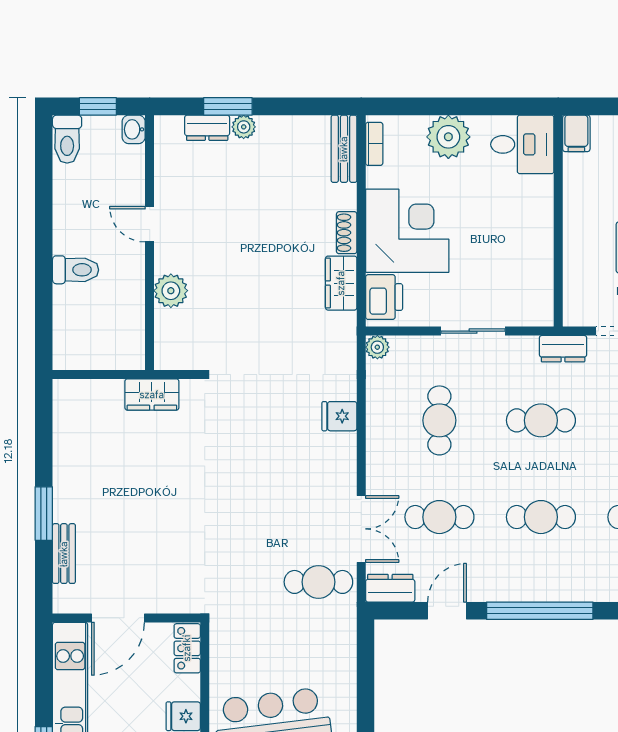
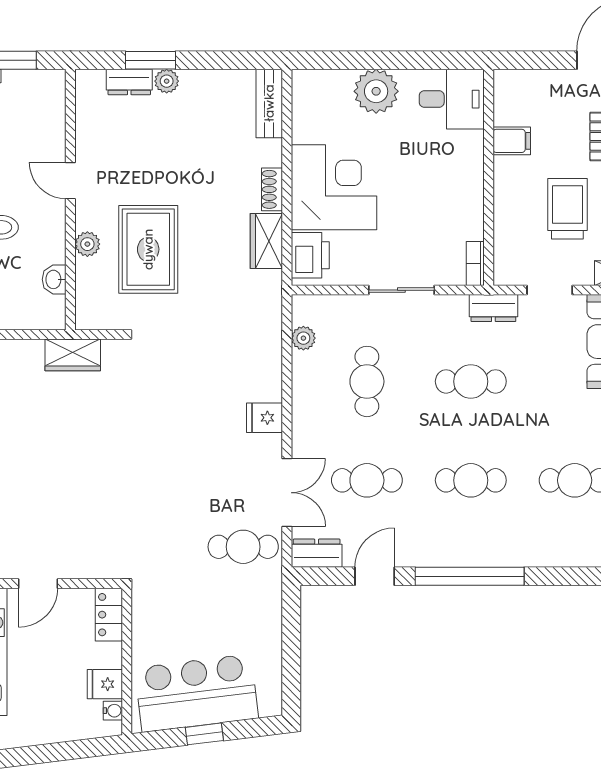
washbasin: (134, 129) -> (54, 279), moved
filing cabinet: (576, 133) -> (512, 141), moved, turned -90
bookcase: (374, 144) -> (475, 263), moved, turned 180
plant: (171, 291) -> (87, 244), width x0.73, depth x0.73
rug: (226, 291) -> (148, 249), added
plant: (377, 347) -> (303, 338), moved
fridge: (339, 416) -> (265, 418), moved
door: (118, 618) -> (38, 584), width x0.73

